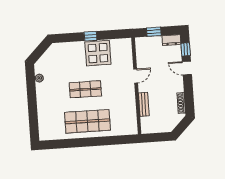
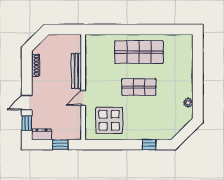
window: (90, 36) -> (149, 145), moved
display table: (98, 53) -> (109, 120), moved
door: (187, 68) -> (27, 103), swing flipped
bench: (144, 104) -> (76, 71), width x1.36

